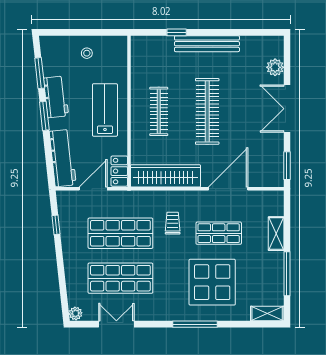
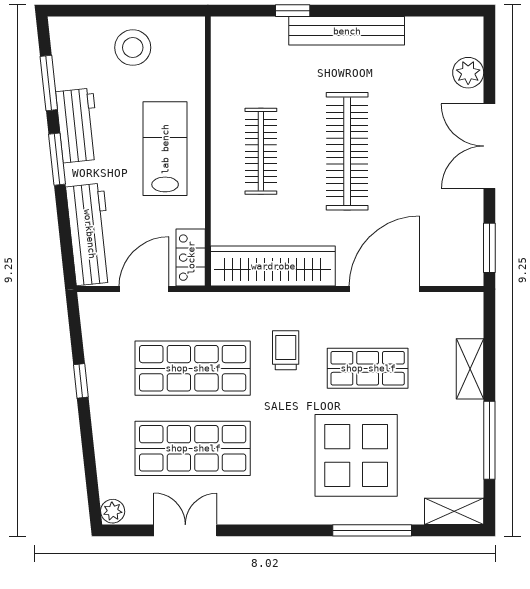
stool: (87, 53) -> (133, 48), width x1.89, depth x1.89
window: (56, 225) -> (81, 381), moved
window: (195, 324) -> (372, 530), moved

